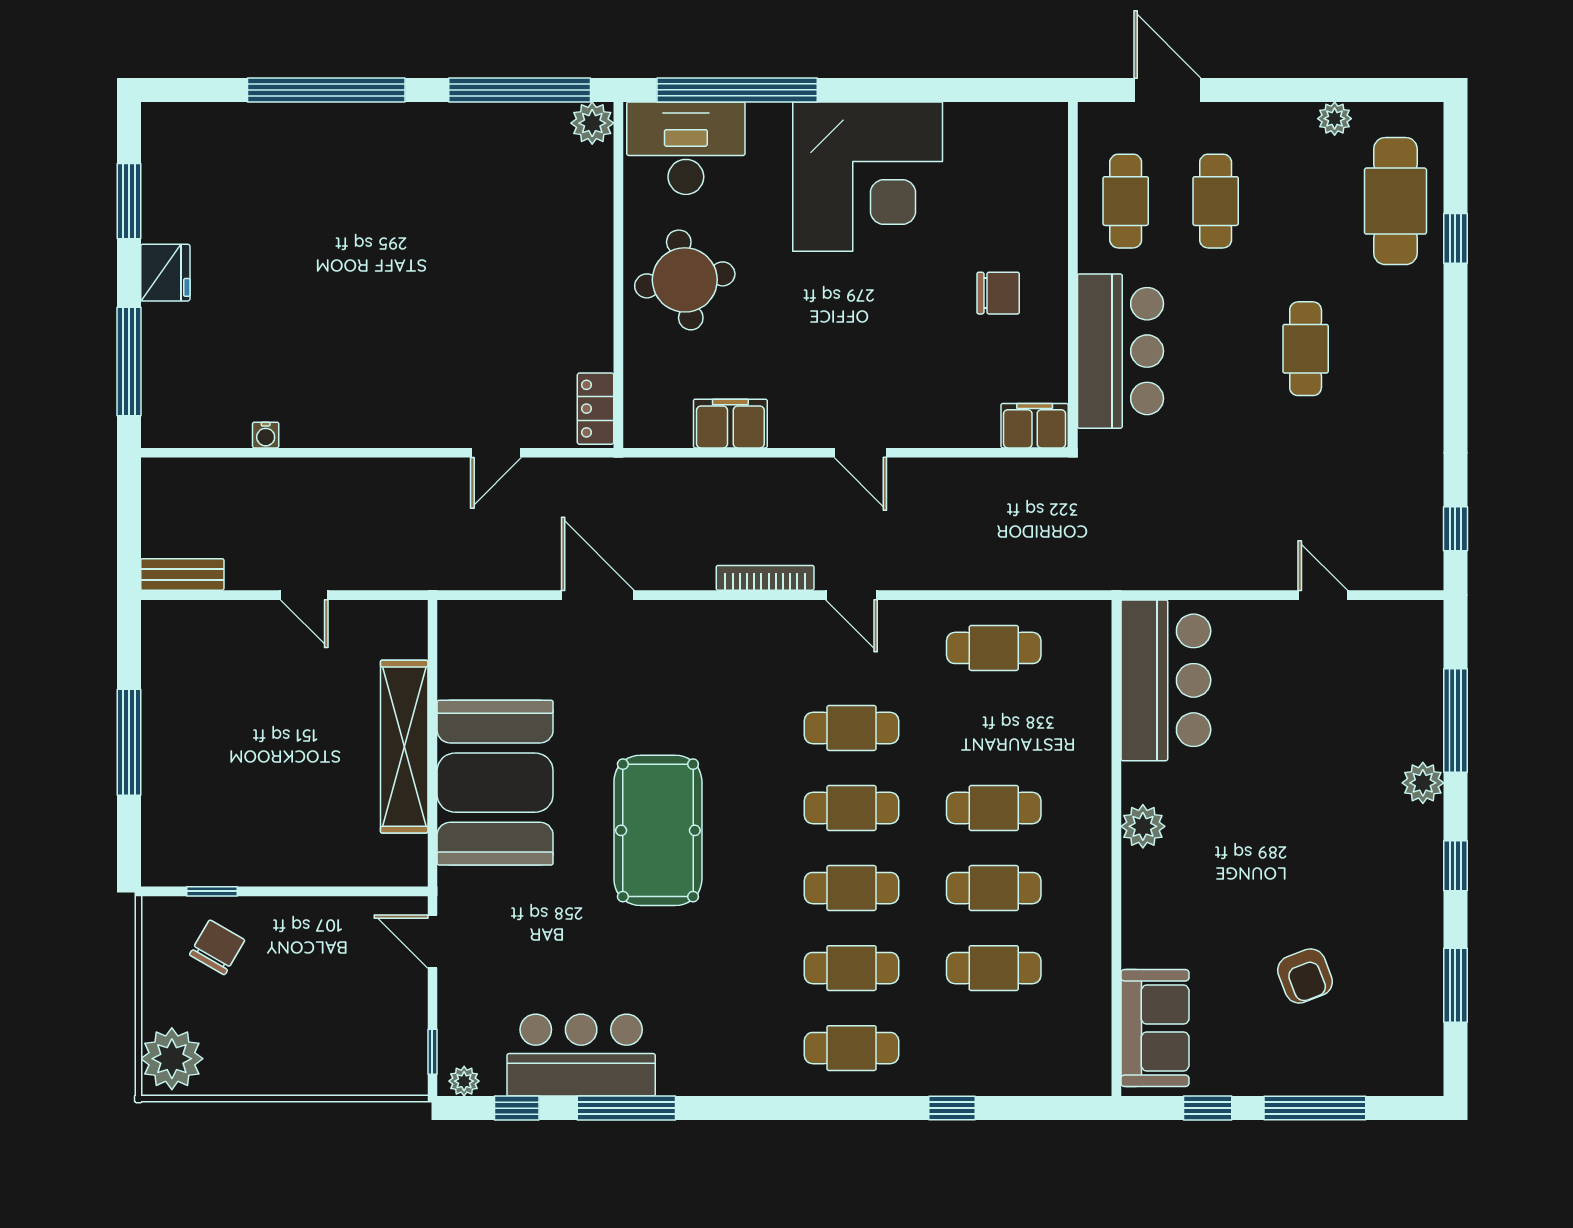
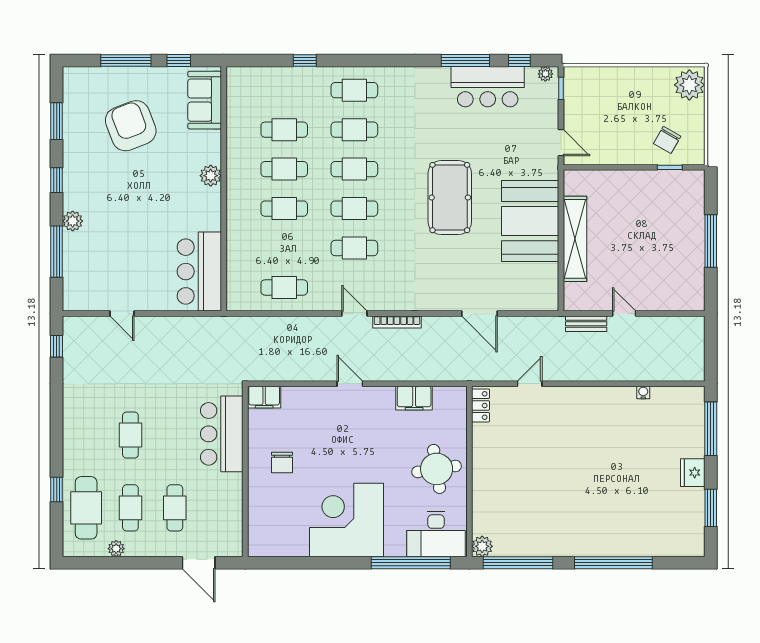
cafe table: (1126, 201) -> (130, 508), moved
chair: (998, 293) -> (282, 462), turned -90
bench: (182, 574) -> (586, 324), moved
plant: (1143, 826) -> (211, 176), moved
armchair: (1305, 976) -> (131, 126), width x1.88, depth x1.88

